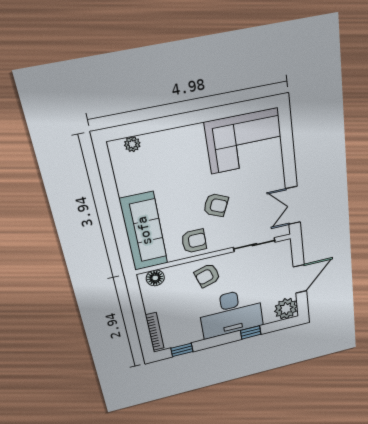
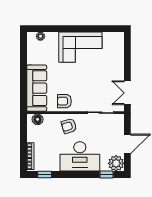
corner sofa: (244, 141) -> (80, 47), moved
armchair: (216, 205) -> (81, 82), removed
armchair: (194, 241) -> (64, 101), turned 180
window: (251, 332) -> (106, 175), moved

